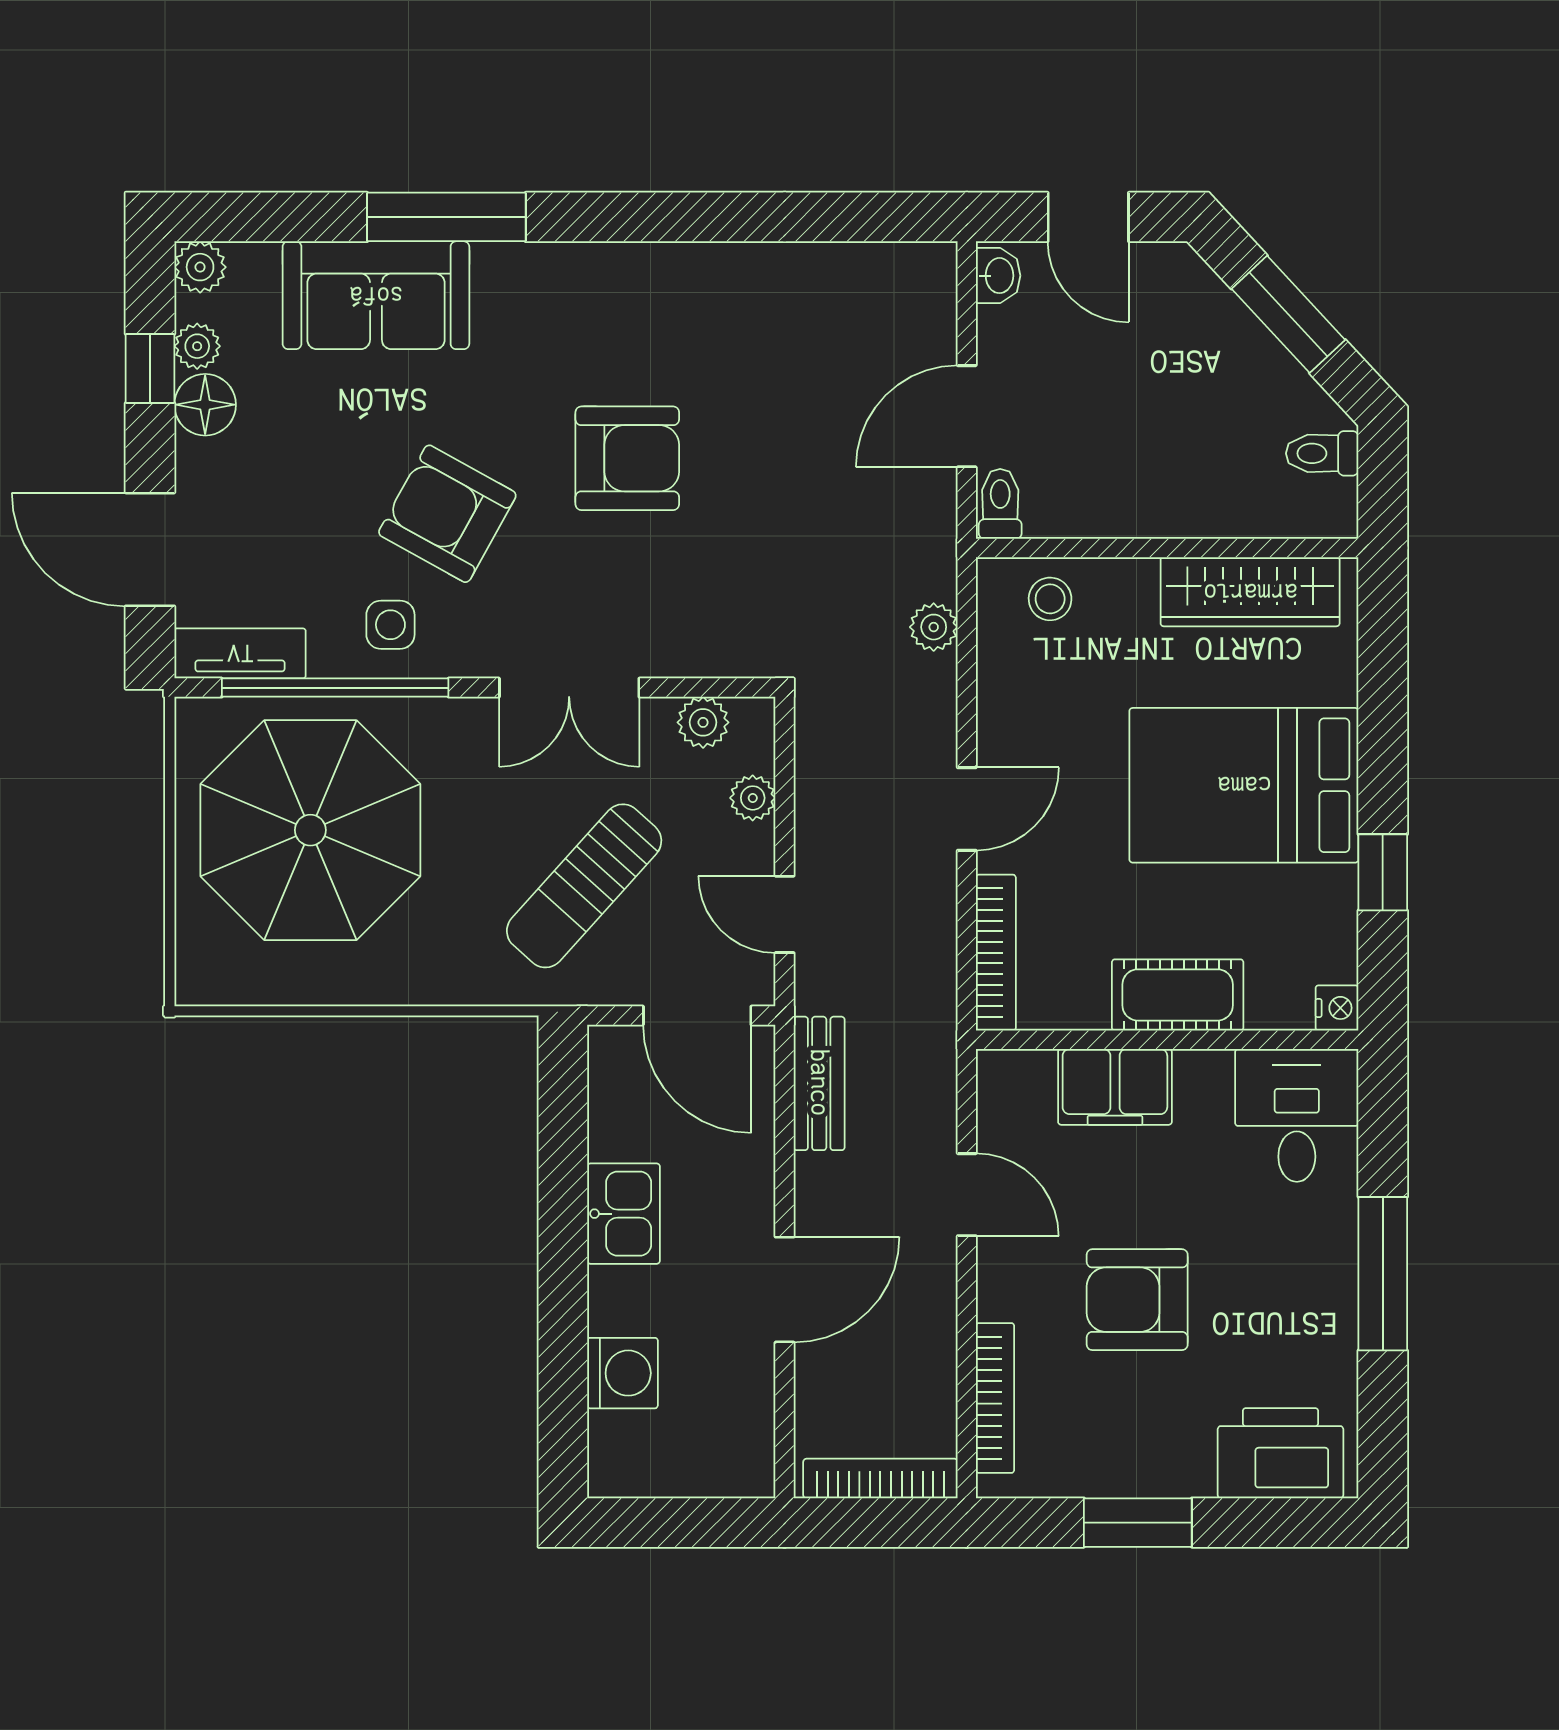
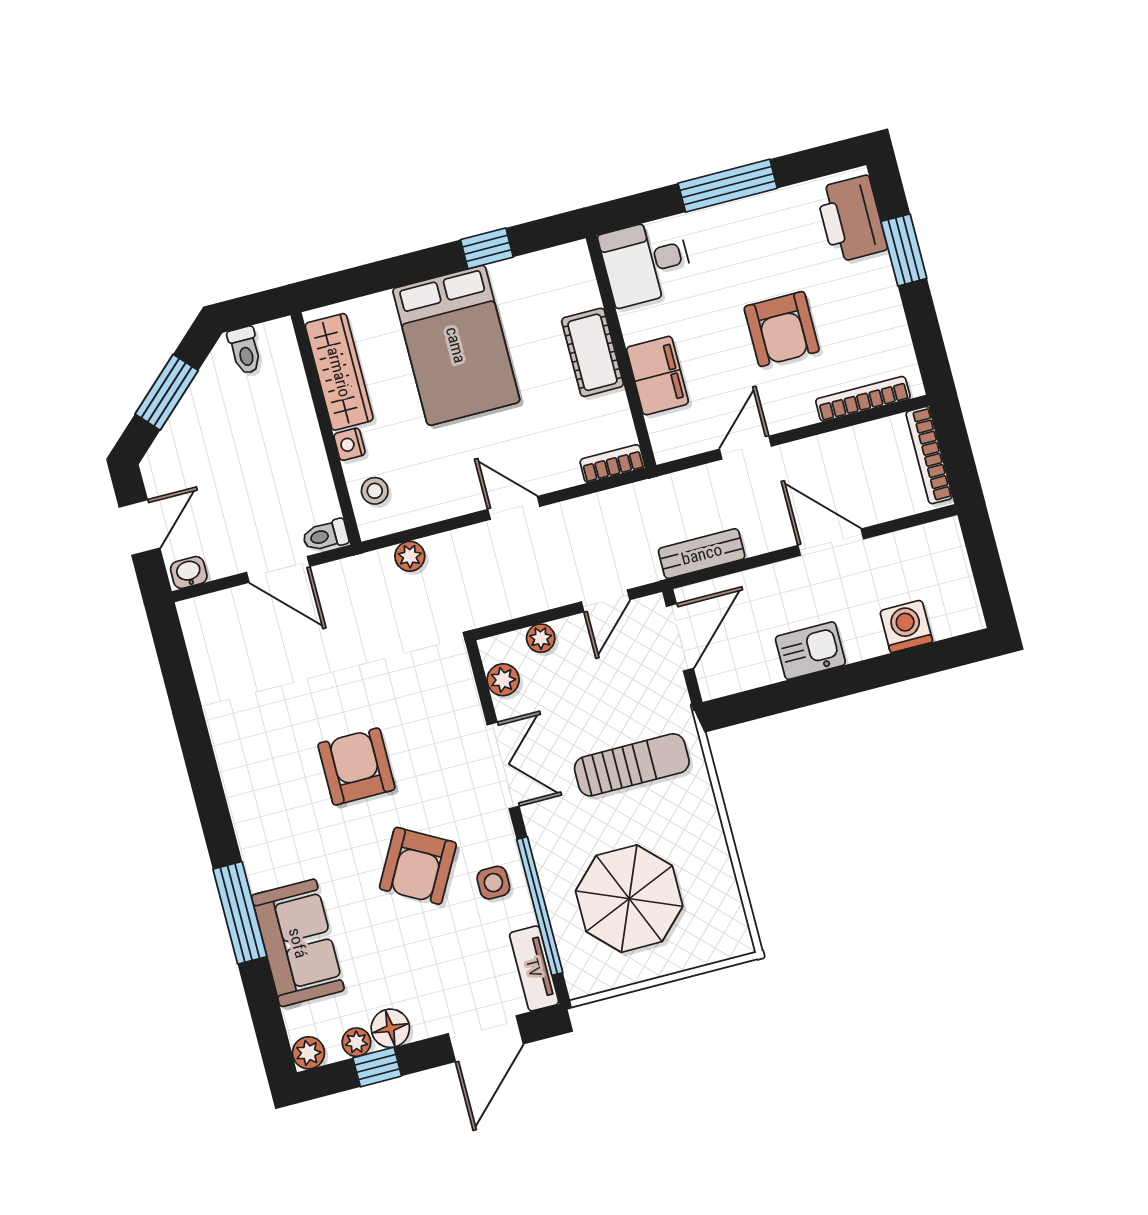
parasol: (310, 830) -> (629, 899), width x0.73, depth x0.73
sun lounger: (584, 886) -> (632, 765), moved, turned -42
bookcase: (996, 953) -> (612, 464), width x0.64
nightstand: (1337, 1008) -> (349, 444), moved, turned -90
window: (1138, 1523) -> (904, 250), moved

